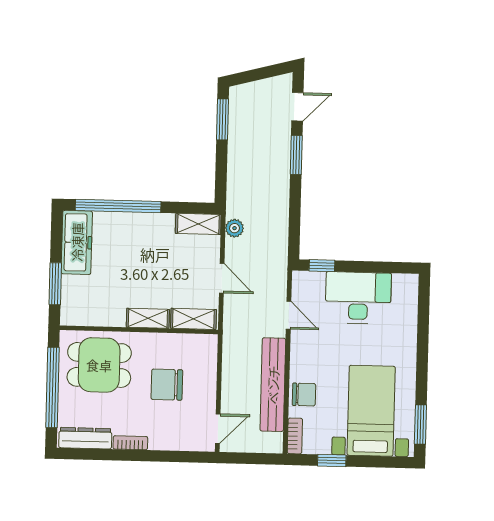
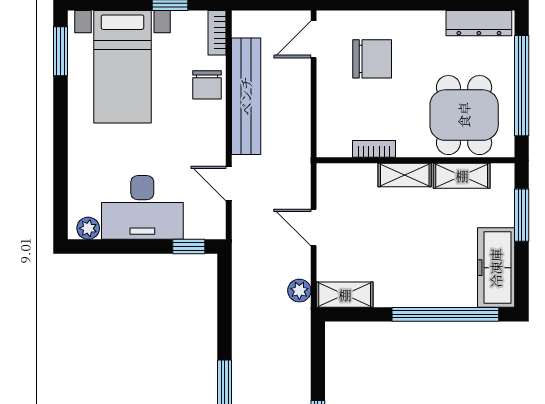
plant: (402, 282) -> (88, 228), added
shelving: (193, 319) -> (462, 176), moved
dining table: (99, 365) -> (464, 115), turned 90
chair: (167, 385) -> (372, 59), moved
chair: (304, 394) -> (207, 85), turned -90
bookcase: (130, 443) -> (374, 149), moved, turned 180

